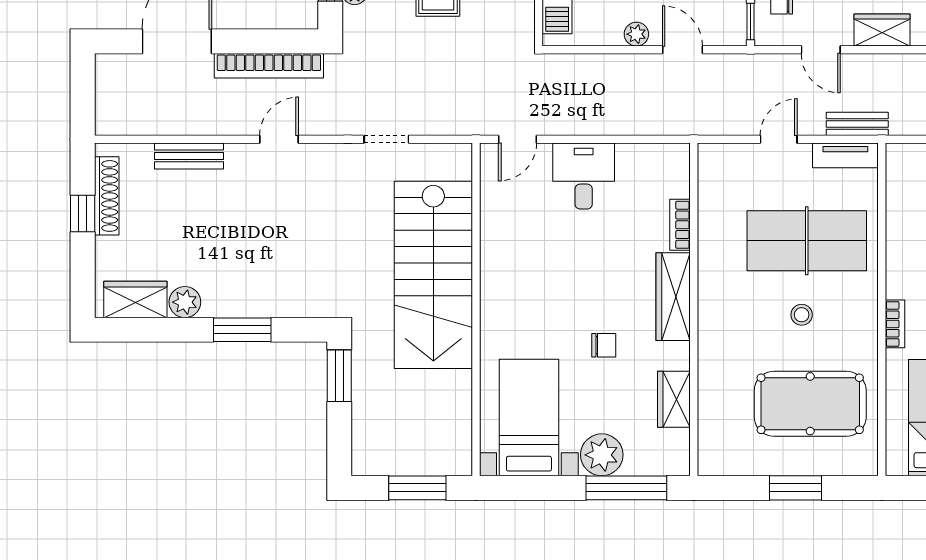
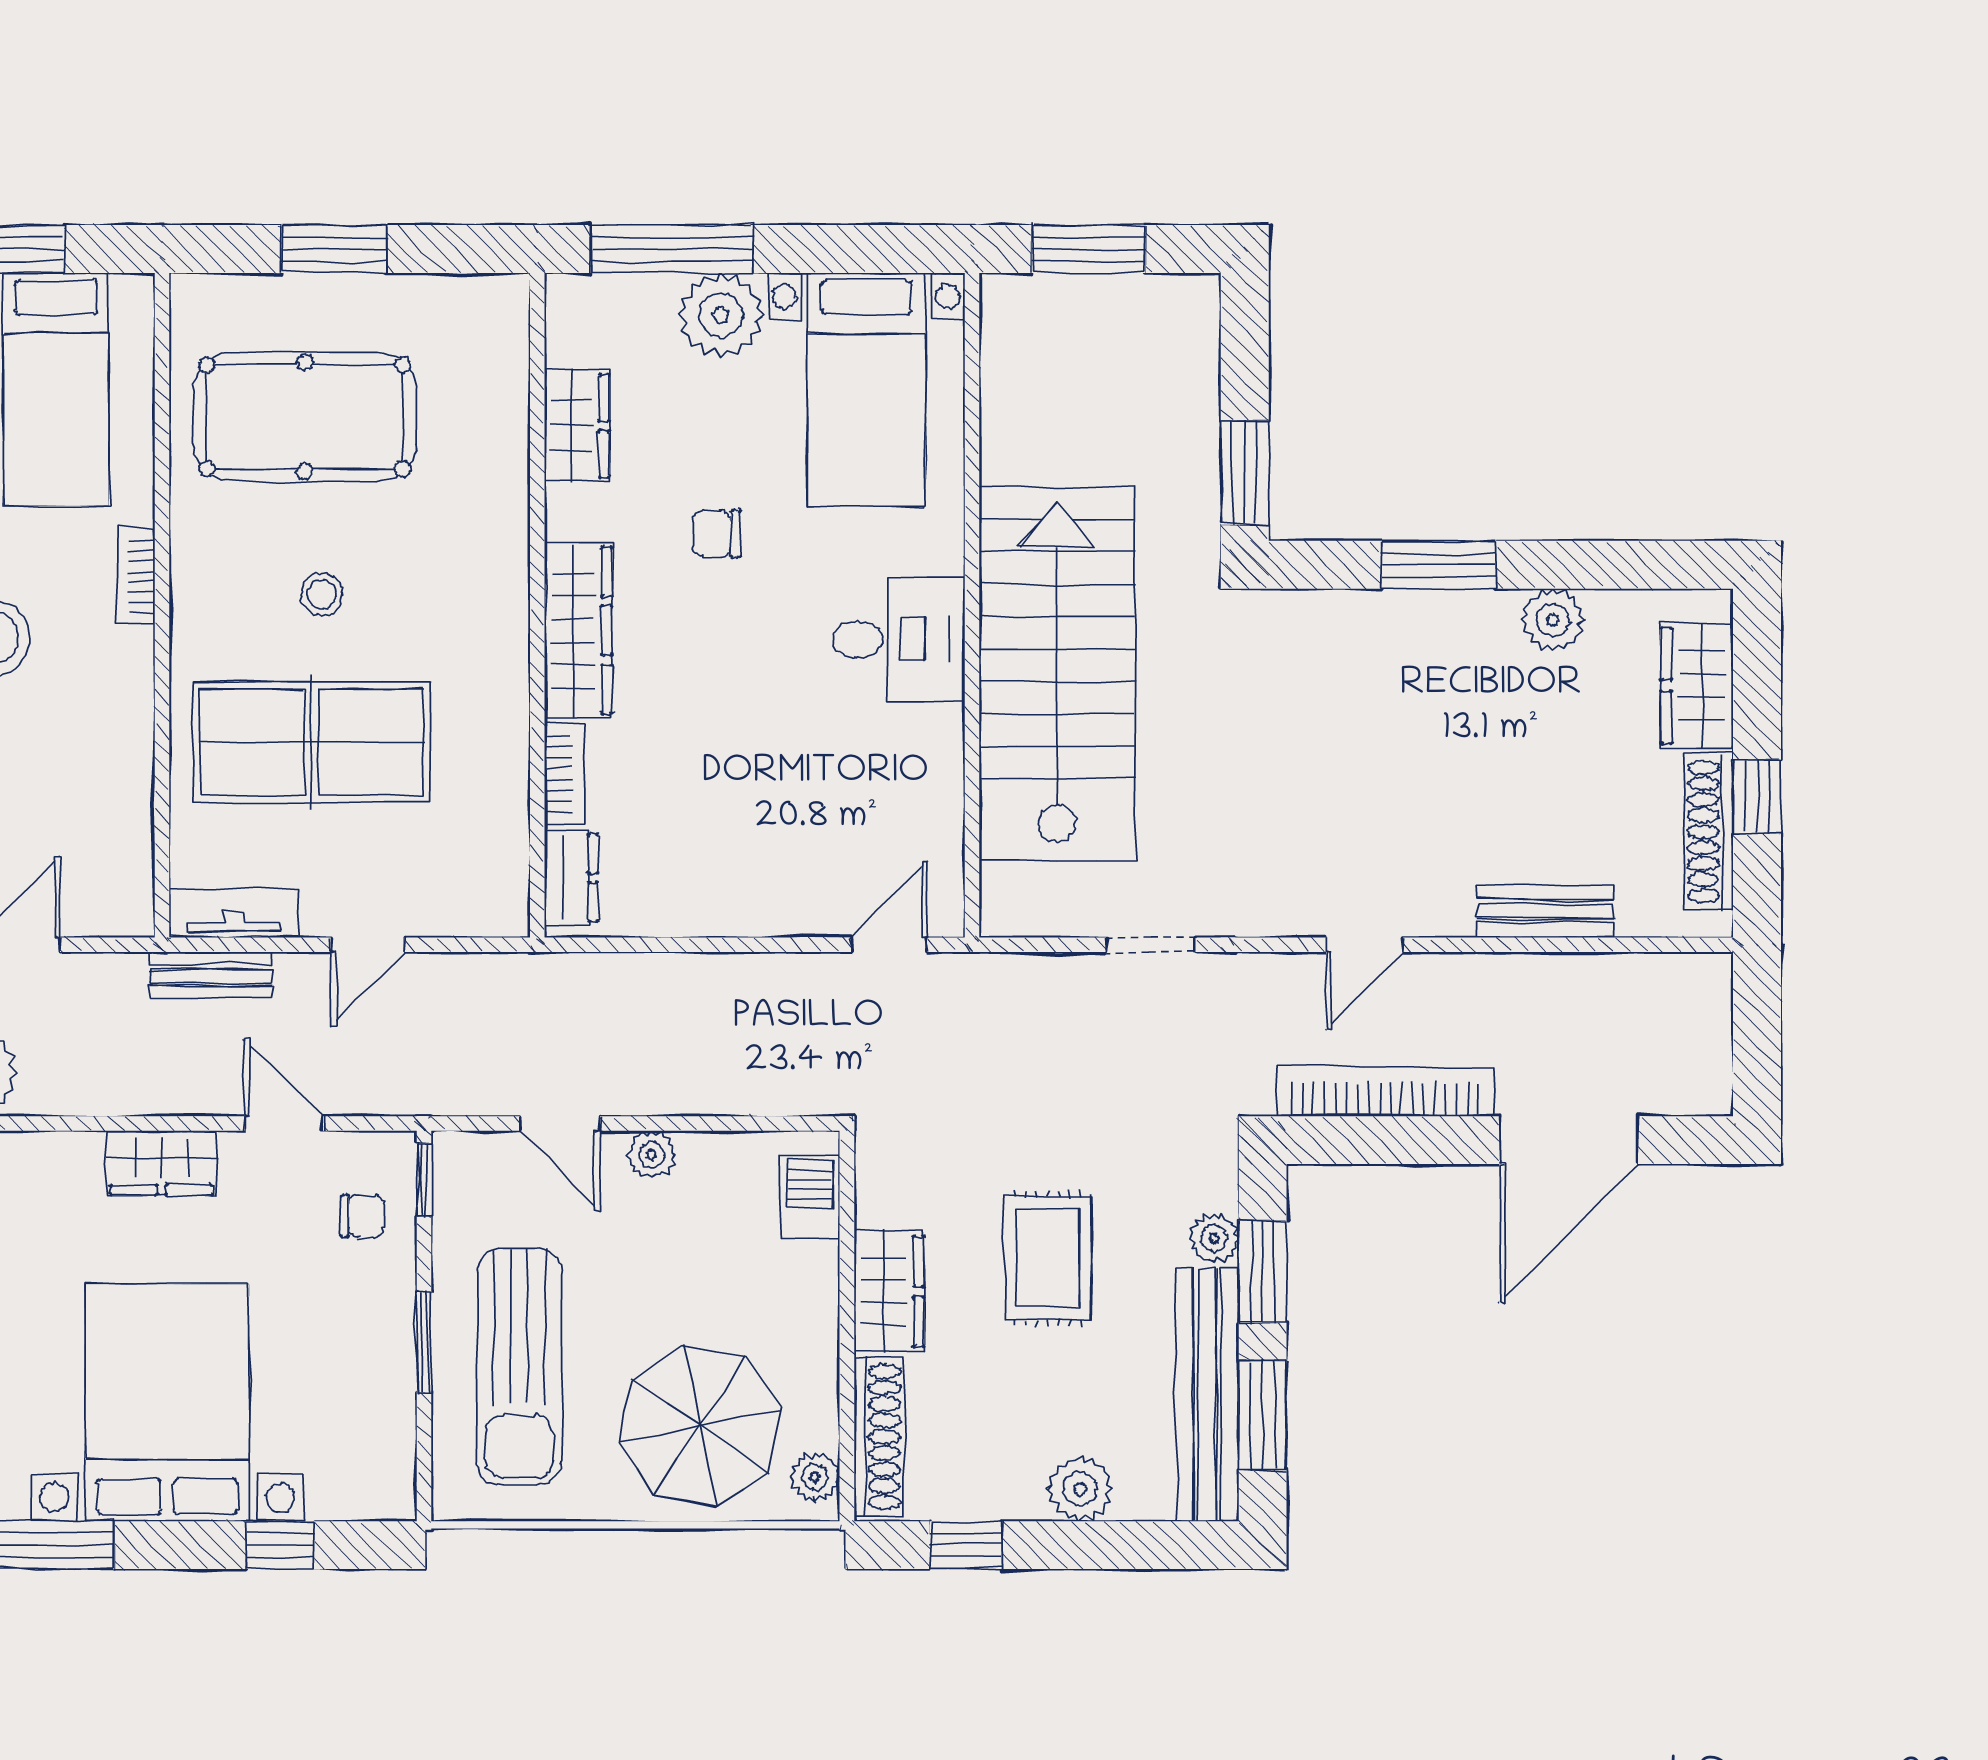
dresser: (677, 173) -> (571, 878), added
desk: (584, 176) -> (899, 639), moved, turned -90
wardrobe: (135, 299) -> (1697, 686), moved, turned 90

